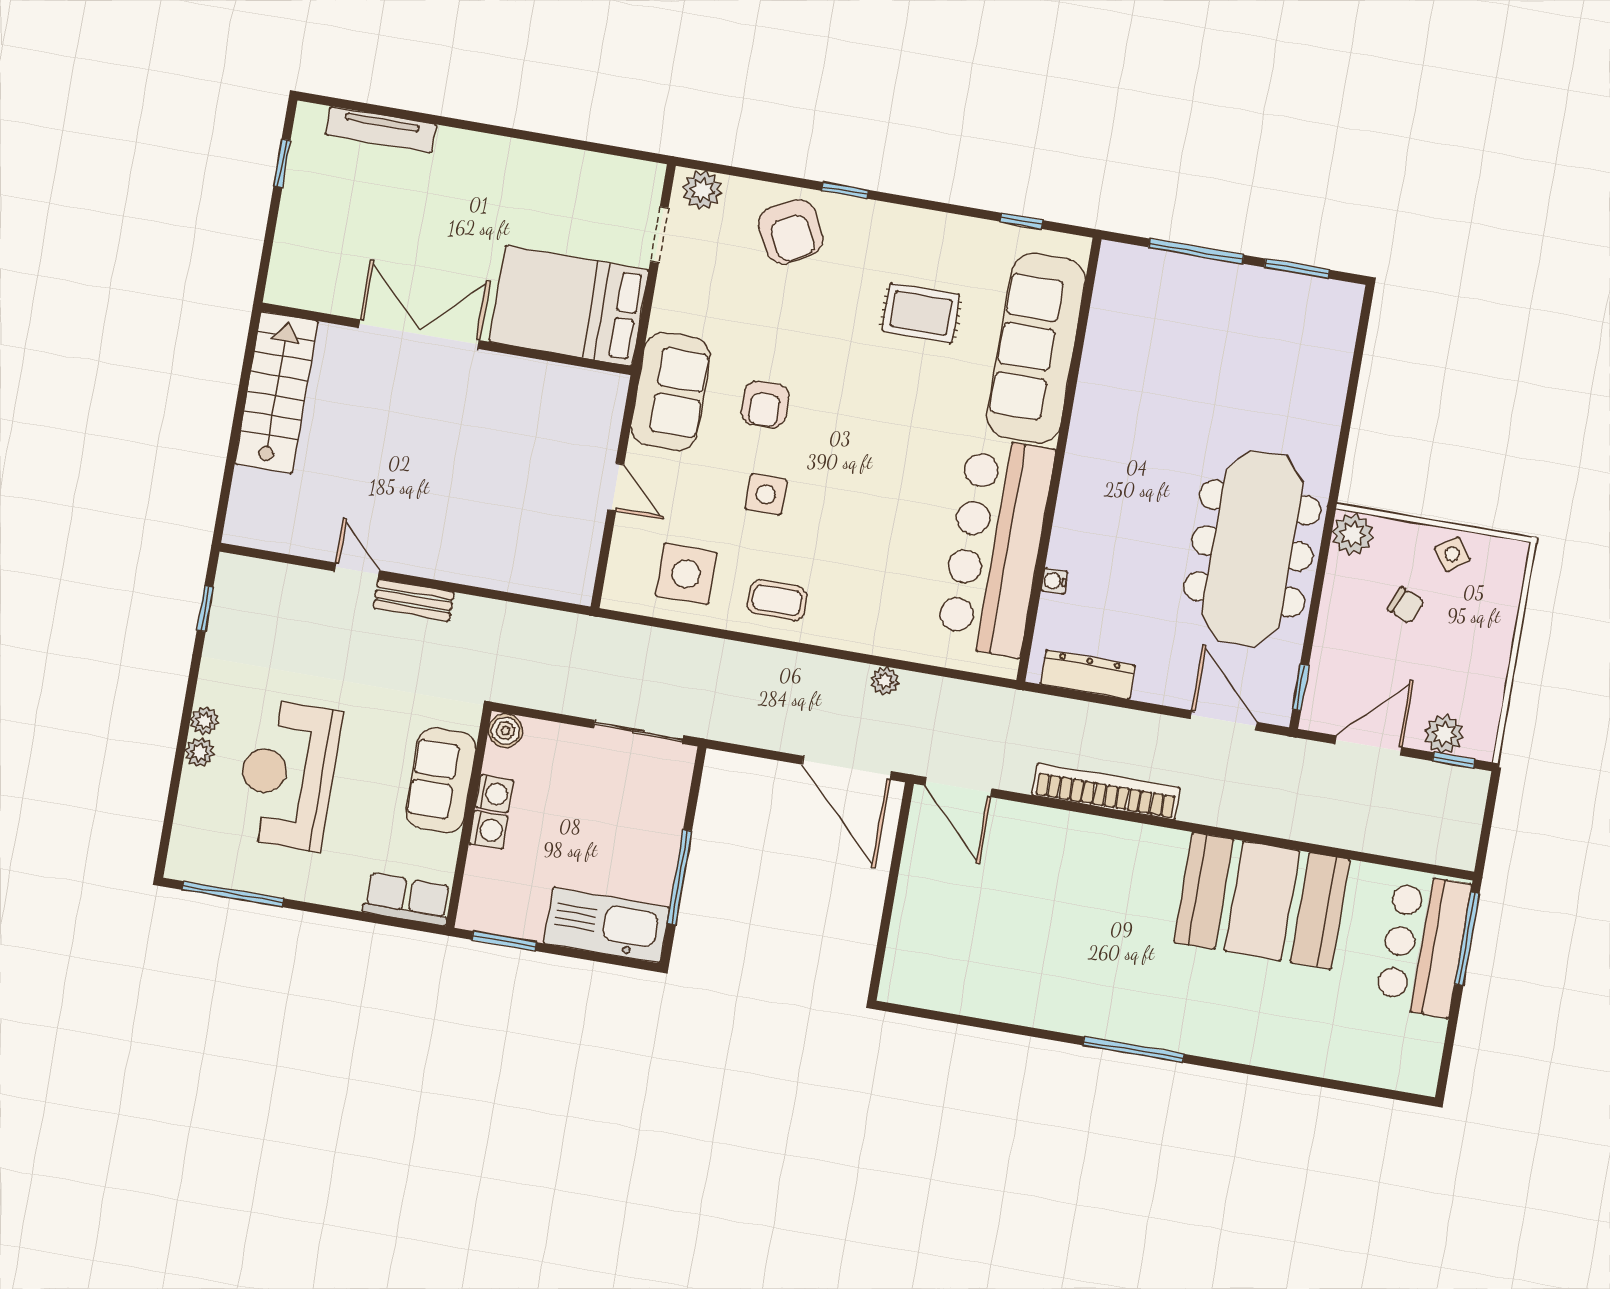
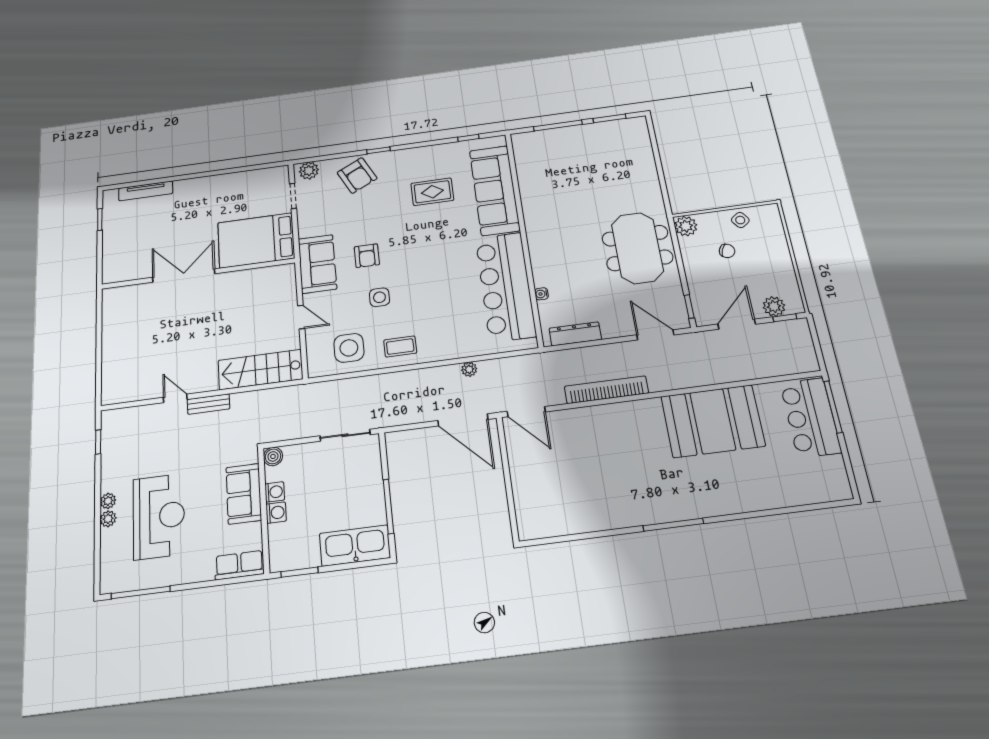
stairs: (276, 393) -> (260, 370), moved, turned -90
meeting table: (1252, 548) -> (637, 248), width x0.73
reception desk: (287, 775) -> (159, 516), turned 180

